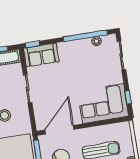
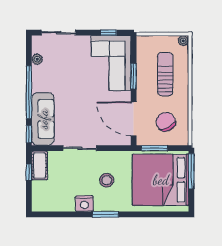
window: (85, 36) -> (29, 92), moved
sofa: (41, 55) -> (43, 119), width x1.36
window: (95, 124) -> (134, 76), added

